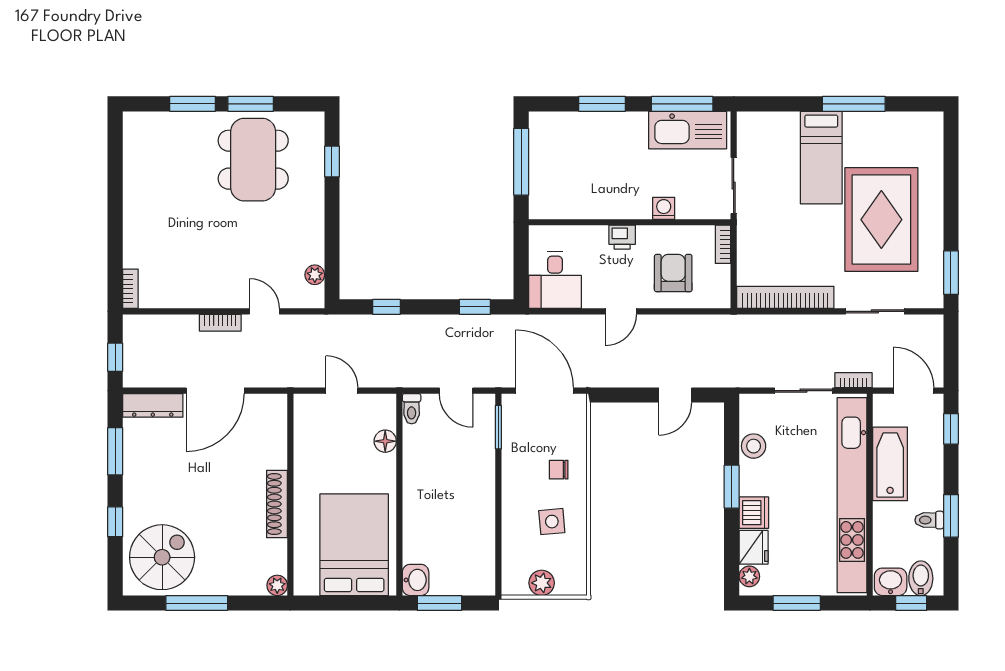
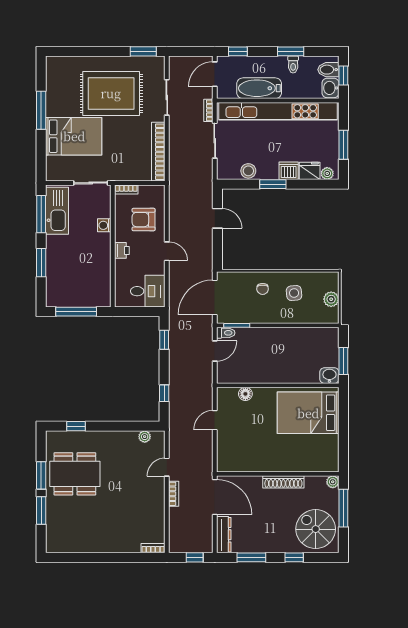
bed: (821, 158) -> (74, 136), width x1.50
toilet: (412, 409) -> (226, 333), moved
wall: (290, 495) -> (278, 474), moved
shoe rack: (277, 504) -> (283, 482), moved
plant: (277, 585) -> (333, 482), moved

